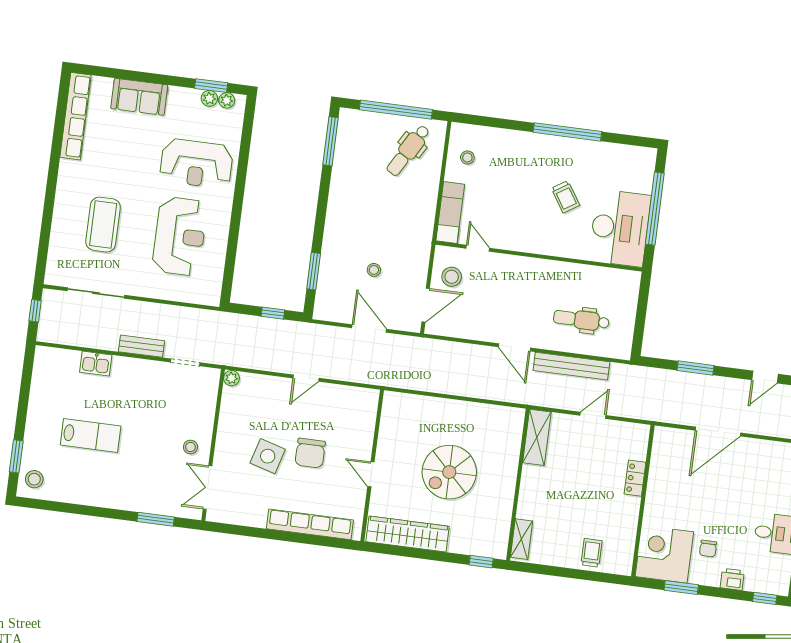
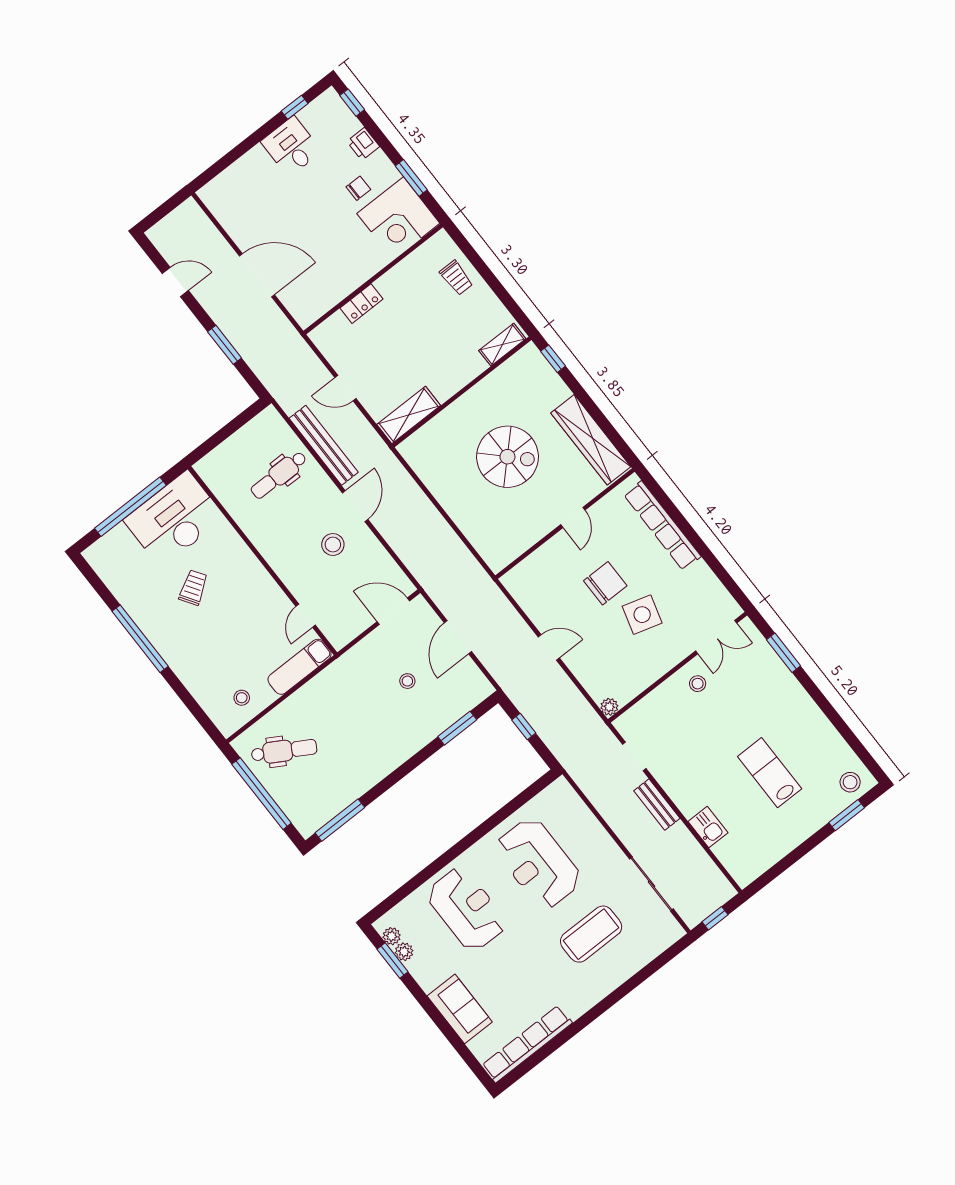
reception desk: (180, 236) -> (538, 863), turned -90
stool: (452, 277) -> (333, 545), moved
dental chair: (581, 320) -> (279, 475), turned 90
trolley: (592, 553) -> (456, 278), turned -90

